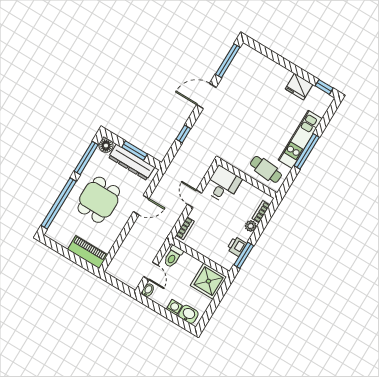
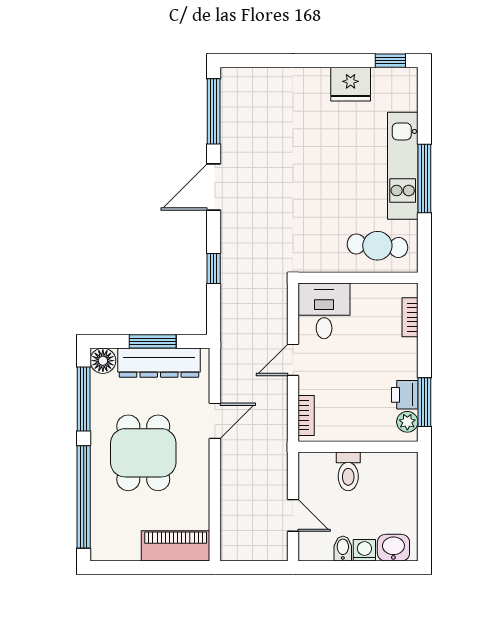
door: (195, 199) -> (293, 360), hinge flipped
plant: (251, 226) -> (407, 422), moved
toilet: (173, 257) -> (348, 471), moved
shower: (208, 281) -> (393, 476), removed
bidet: (148, 290) -> (343, 549), moved

